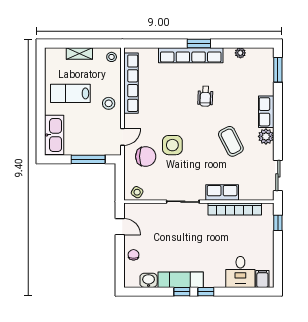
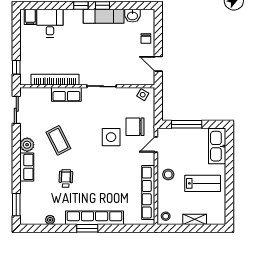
wheelchair: (205, 96) -> (66, 178), moved

